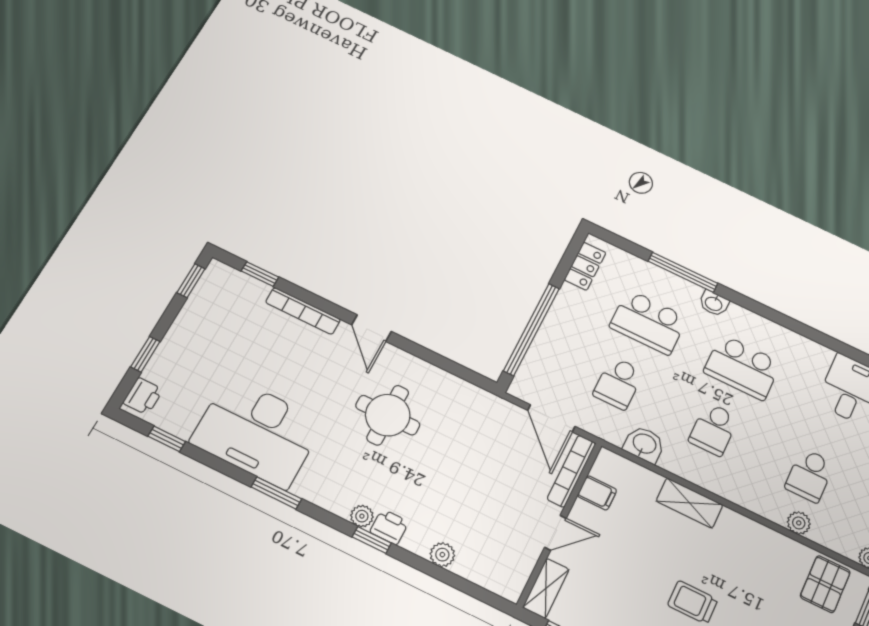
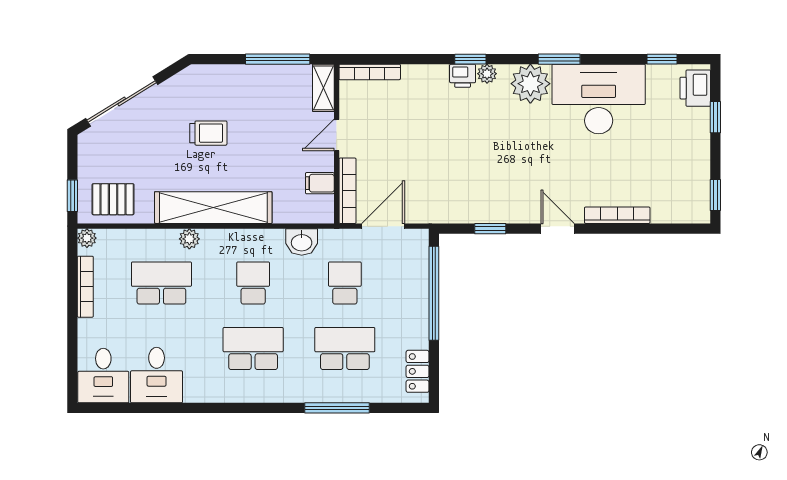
window: (260, 274) -> (490, 229), moved
washbasin: (714, 303) -> (300, 393), removed
printer: (143, 396) -> (695, 88), width x1.36, depth x1.24
round table: (388, 415) -> (509, 163), removed
door: (551, 418) -> (383, 226), hinge flipped
school desk: (810, 475) -> (161, 283), width x1.85
shelving: (689, 503) -> (213, 208), width x2.20, depth x1.33
plant: (799, 523) -> (189, 239), moved
plant: (442, 555) -> (530, 84), moved, width x1.88, depth x1.88
bookcase: (488, 580) -> (370, 72), added
pallet: (825, 584) -> (113, 199), turned 90

